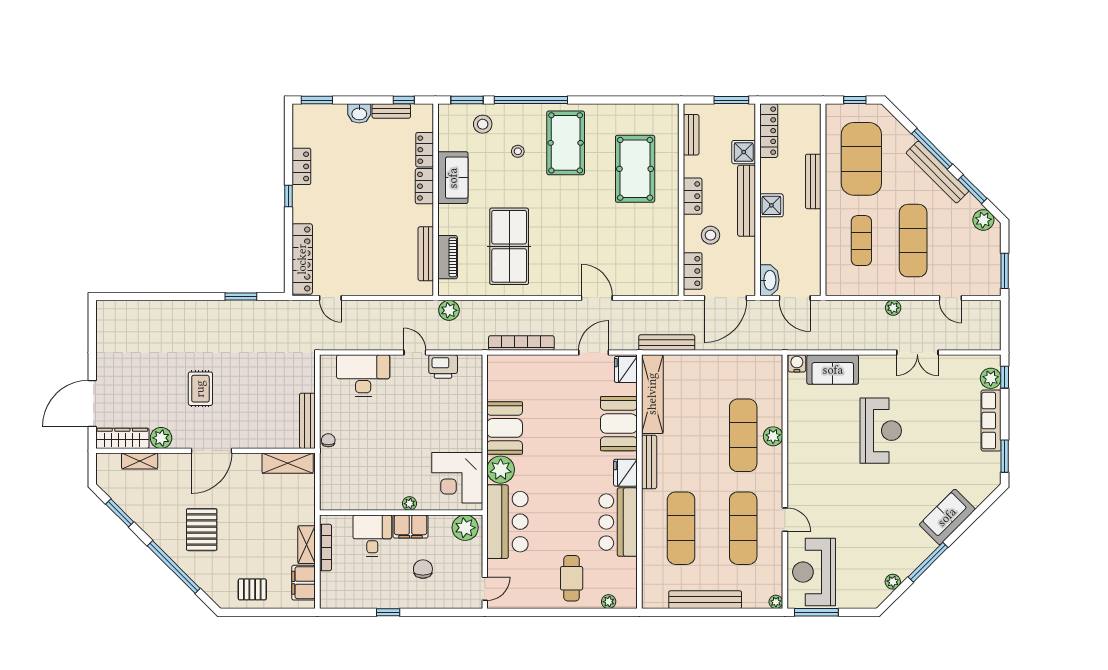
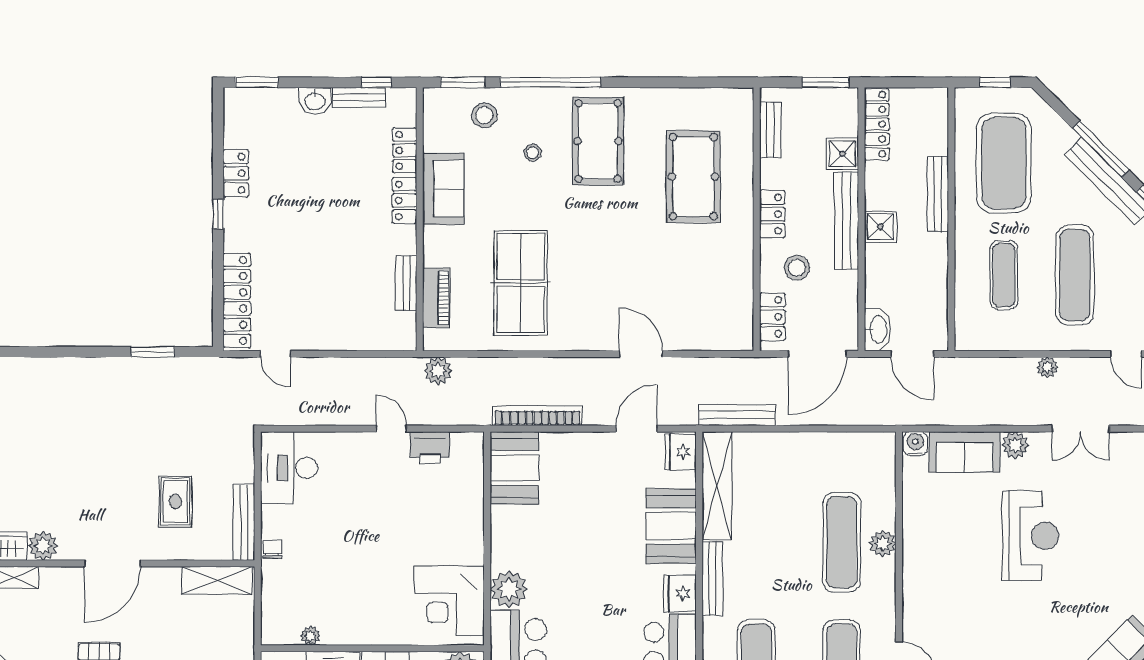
bench: (426, 254) -> (406, 283), width x0.73
plant: (870, 364) -> (1015, 445), added
desk: (363, 375) -> (289, 468), moved, turned -90
rug: (200, 389) -> (175, 502), moved
booth: (505, 428) -> (514, 468), moved
plant: (410, 504) -> (310, 636), moved

